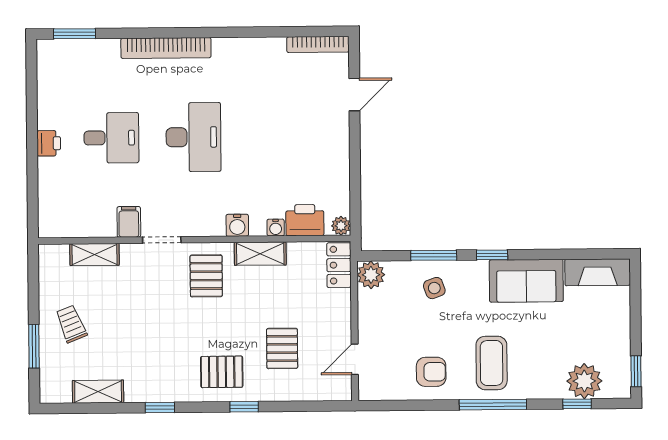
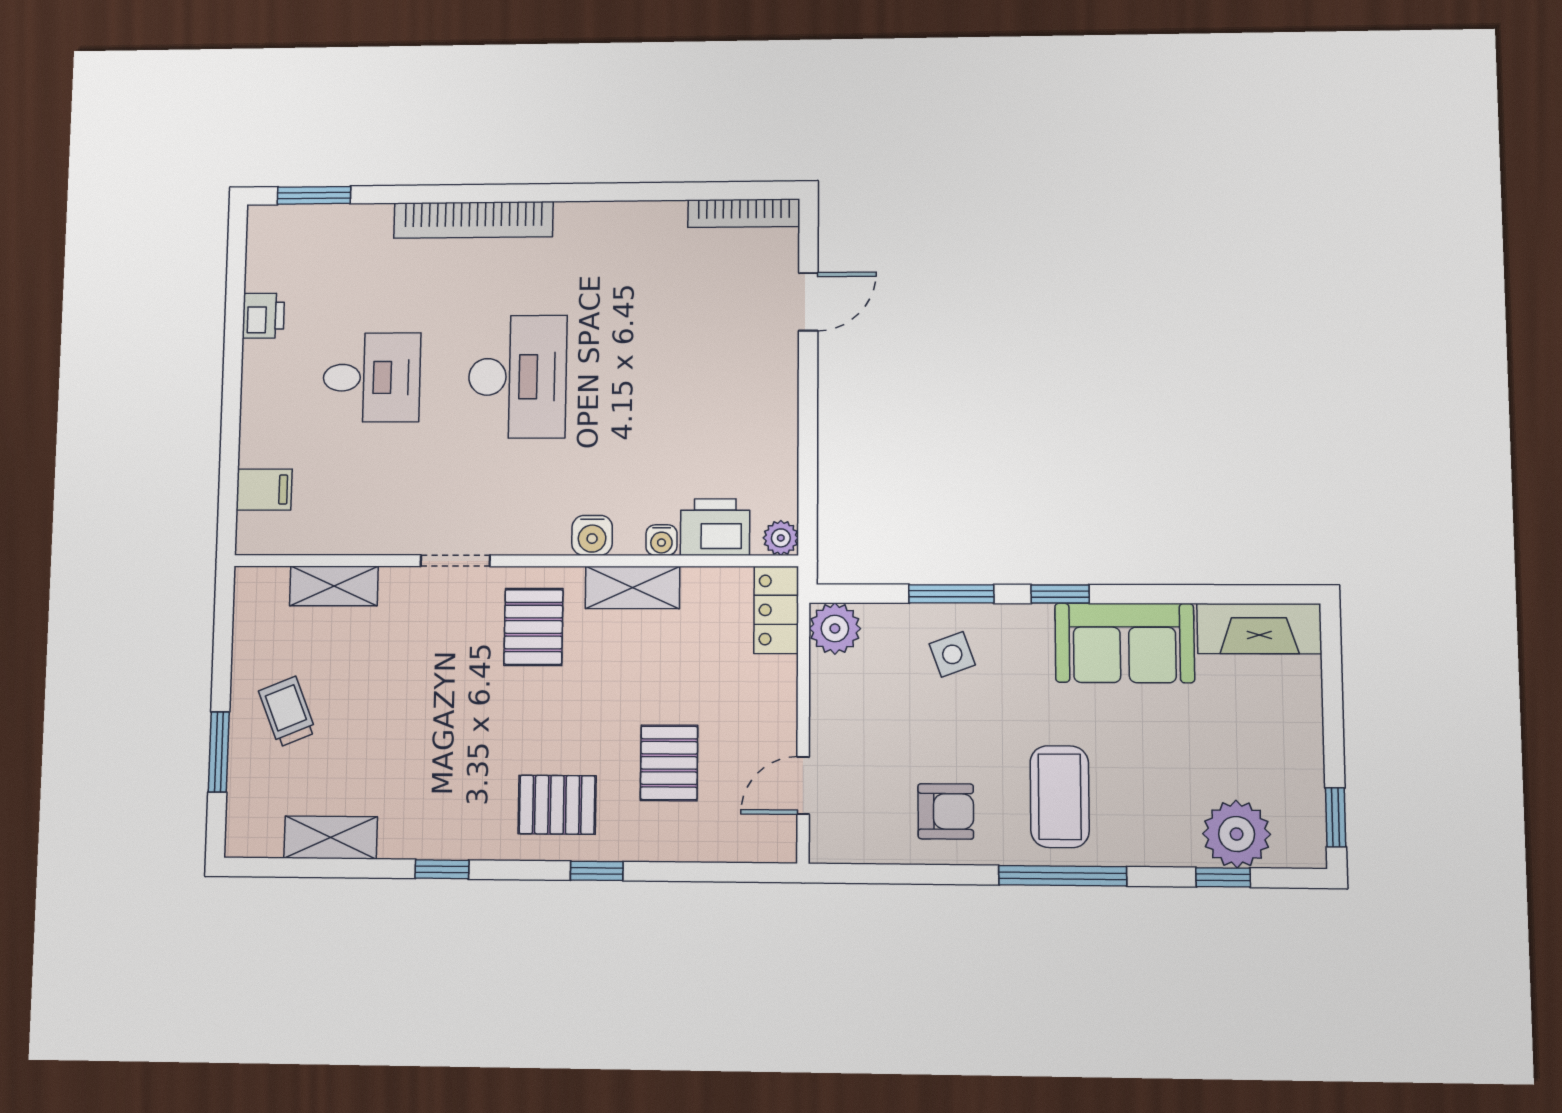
printer: (49, 143) -> (263, 316), moved
filing cabinet: (129, 222) -> (264, 490), moved, turned 90

